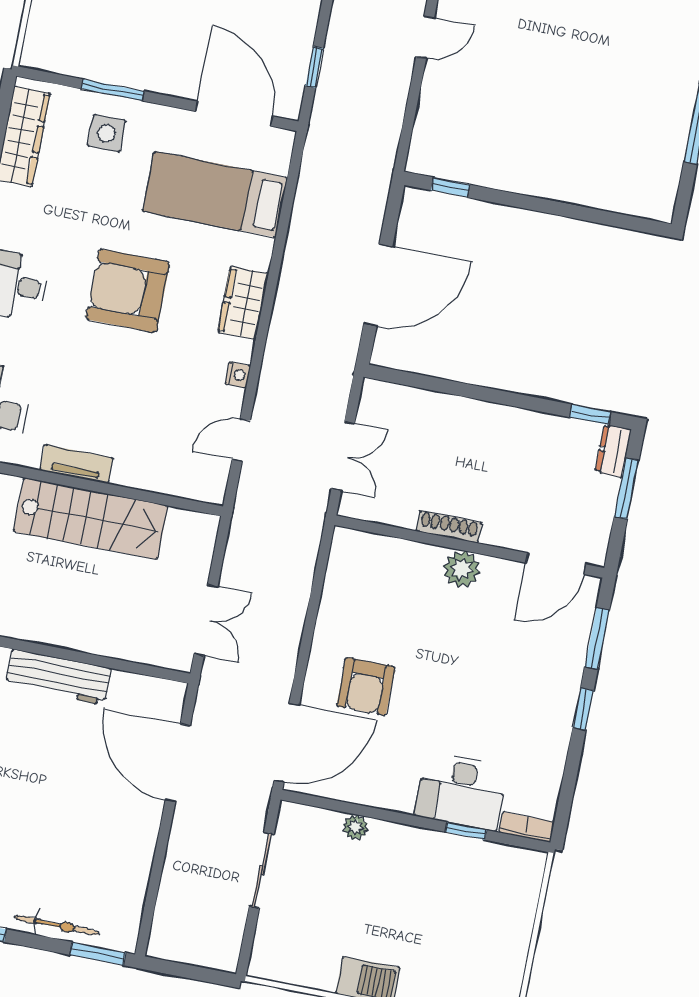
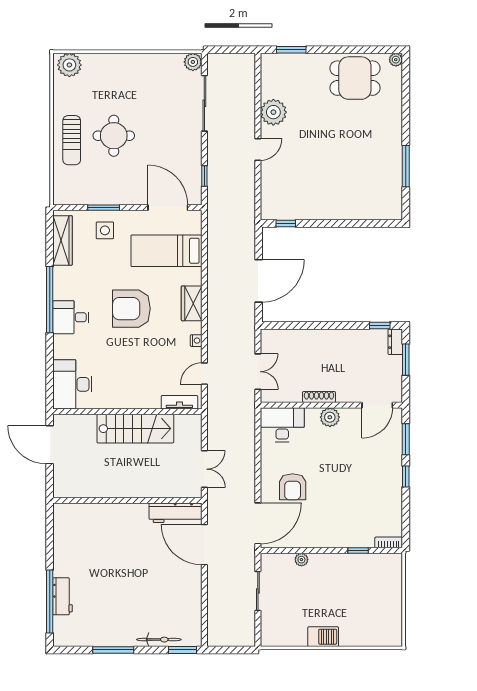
tv unit: (76, 464) -> (179, 402), moved
workbench: (58, 677) -> (175, 513), moved
desk: (461, 791) -> (282, 425), moved, turned 180

